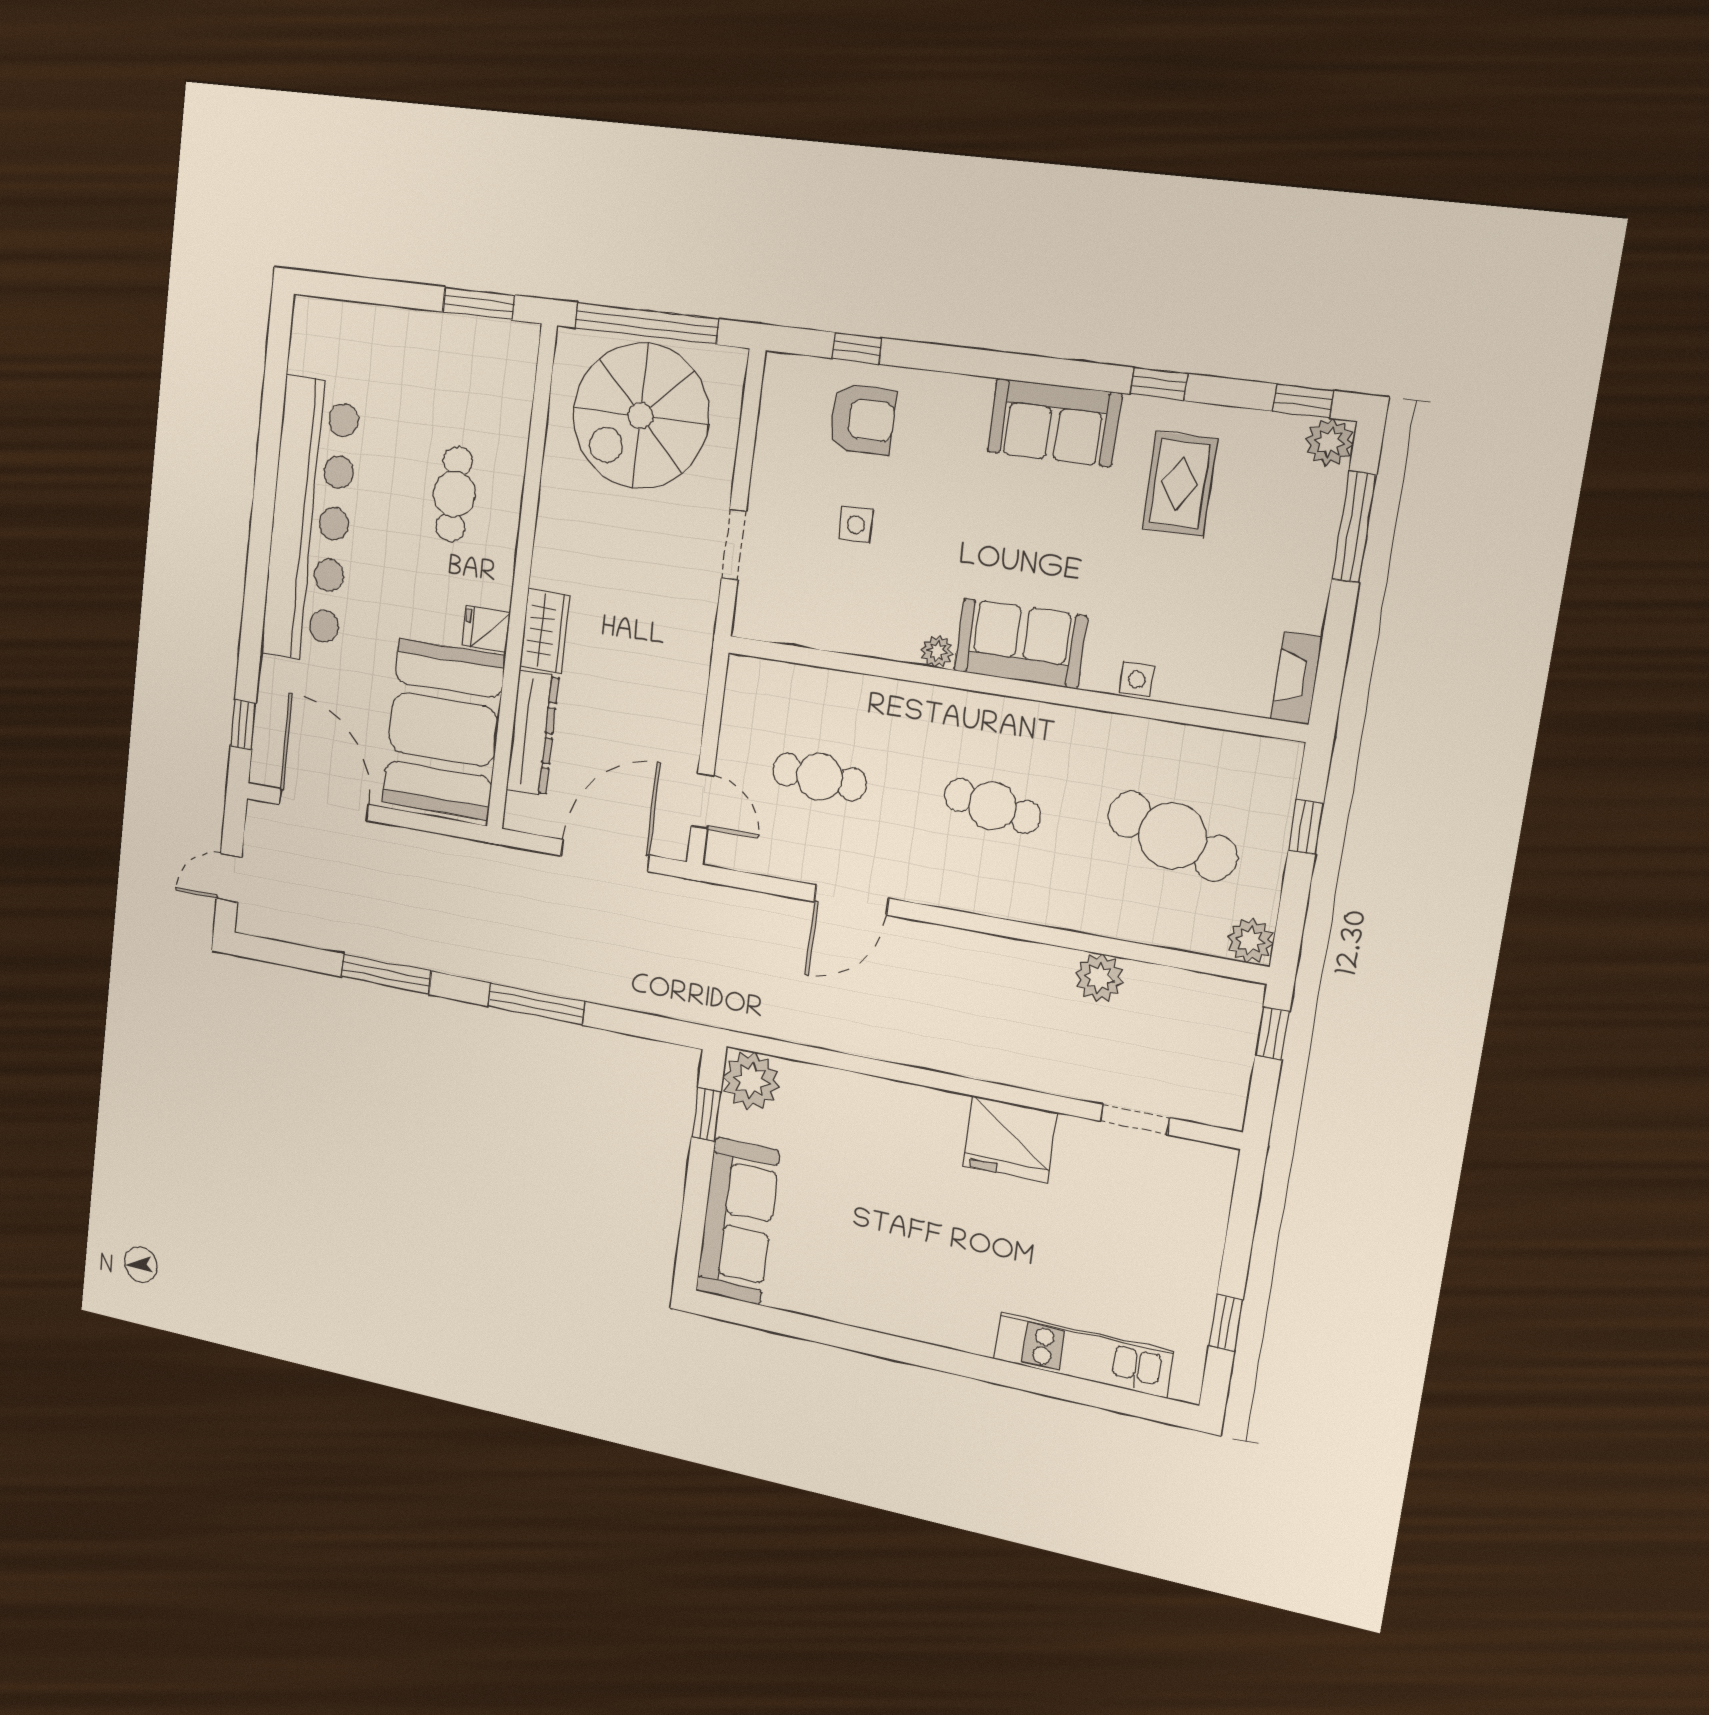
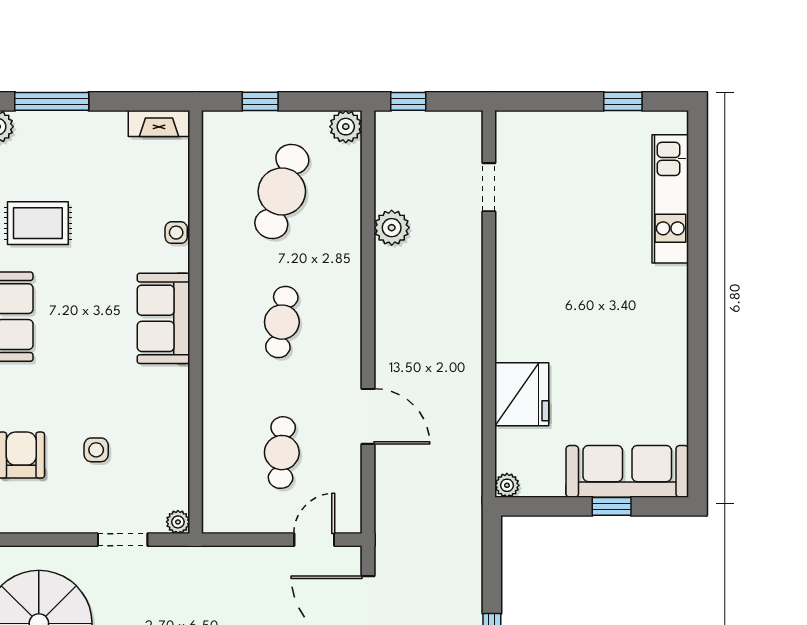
plant: (937, 652) -> (178, 522), moved
plant: (751, 1081) -> (507, 485), width x0.53, depth x0.53
window: (706, 1114) -> (612, 506), moved
fridge: (1010, 1139) -> (522, 394), moved

